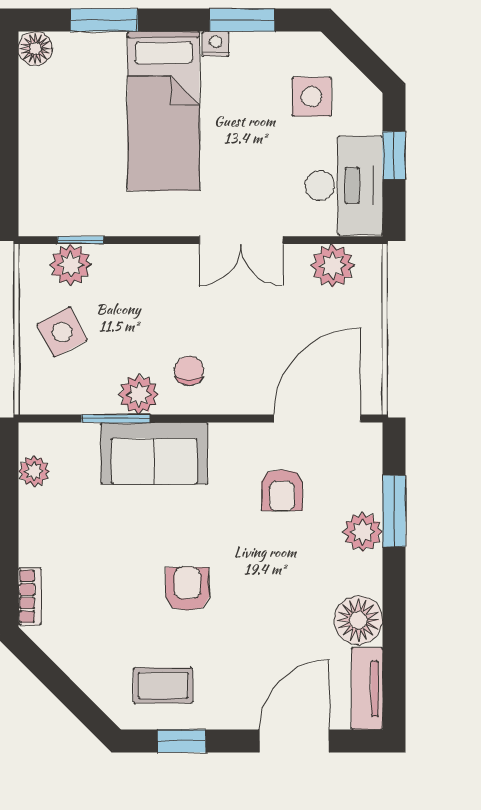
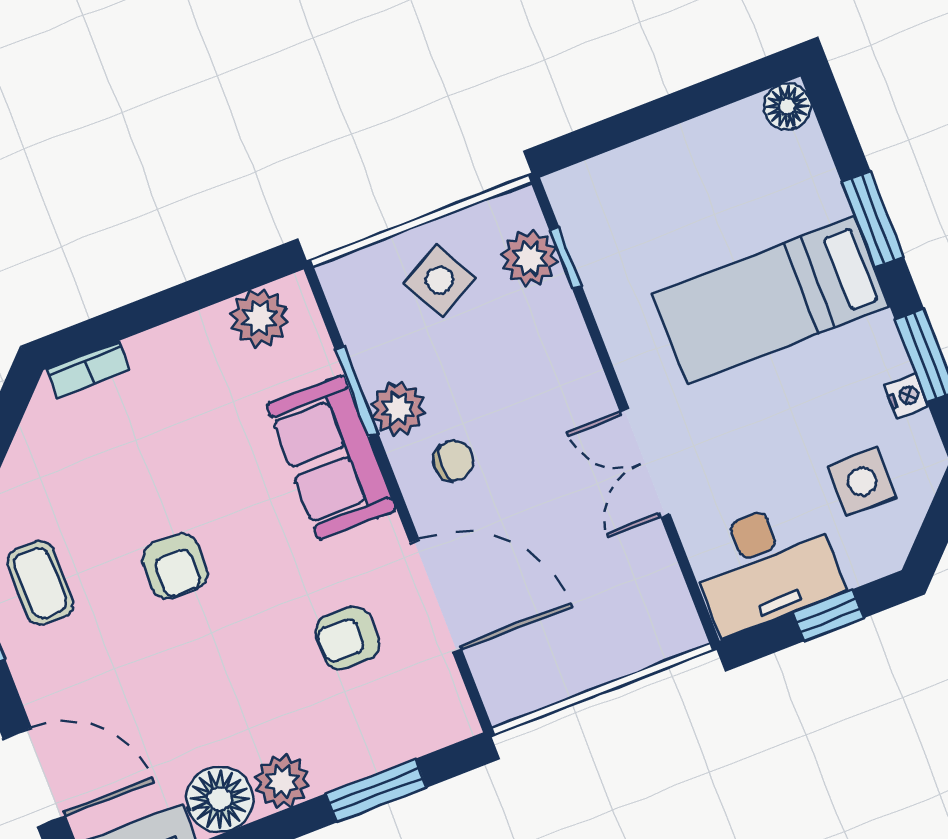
window: (104, 20) -> (872, 219), moved
nightstand: (216, 44) -> (906, 396), moved
plant: (333, 266) -> (658, 592), removed
door: (317, 418) -> (436, 596), moved
plant: (34, 471) -> (259, 318), width x1.38, depth x1.38
plant: (363, 532) -> (282, 781), moved
armchair: (187, 589) -> (175, 566), turned 90

